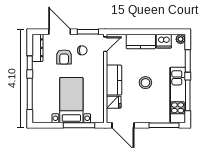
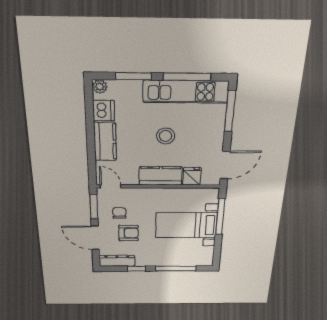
door: (60, 32) -> (95, 238), hinge flipped

